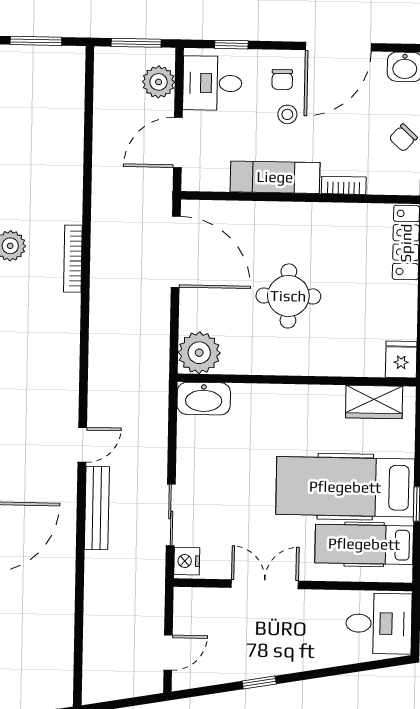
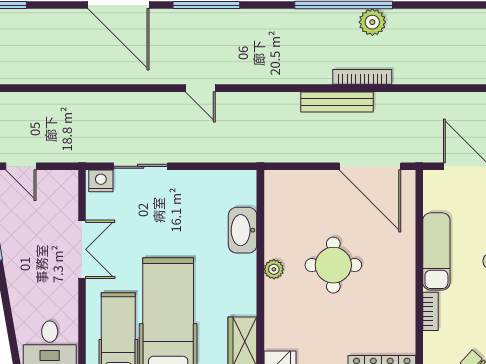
door: (176, 252) -> (370, 166), hinge flipped
plant: (199, 353) -> (274, 269), moved, width x0.53, depth x0.53
washbasin: (204, 399) -> (243, 230), moved
bench: (97, 508) -> (337, 102), moved

